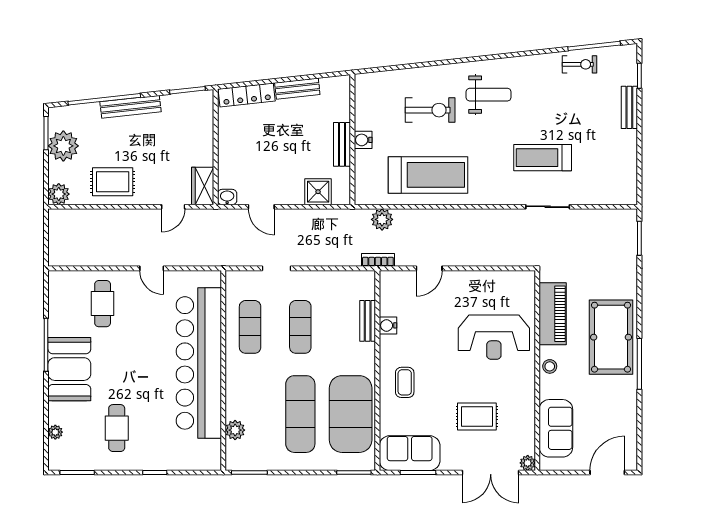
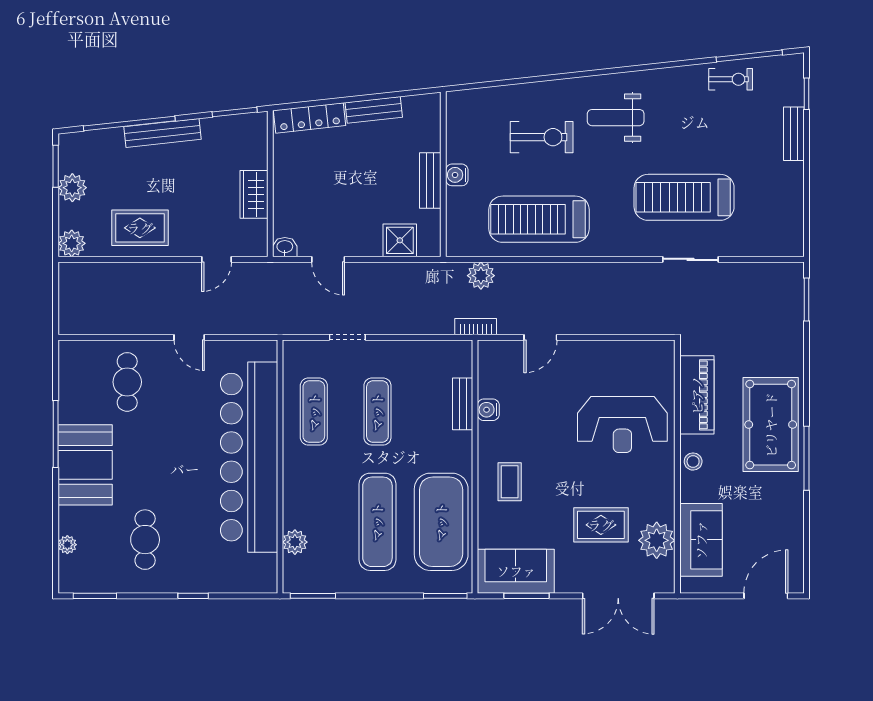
weight bench: (489, 95) -> (616, 118), turned 180
plant: (63, 146) -> (72, 188), width x0.73, depth x0.73
treadmill: (543, 158) -> (684, 197), width x1.37, depth x1.38
treadmill: (428, 175) -> (539, 219), turned 180
wardrobe: (203, 186) -> (254, 194), moved
plant: (528, 463) -> (657, 540), moved, width x1.88, depth x1.88

